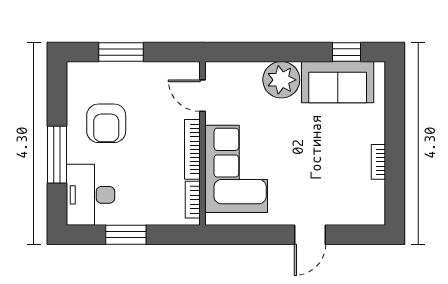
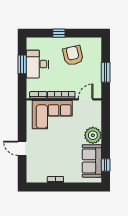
window: (121, 52) -> (106, 72), moved
armchair: (106, 123) -> (73, 55), turned 77
window: (57, 155) -> (59, 33), width x0.46
desk: (90, 195) -> (37, 64), moved, turned -90

